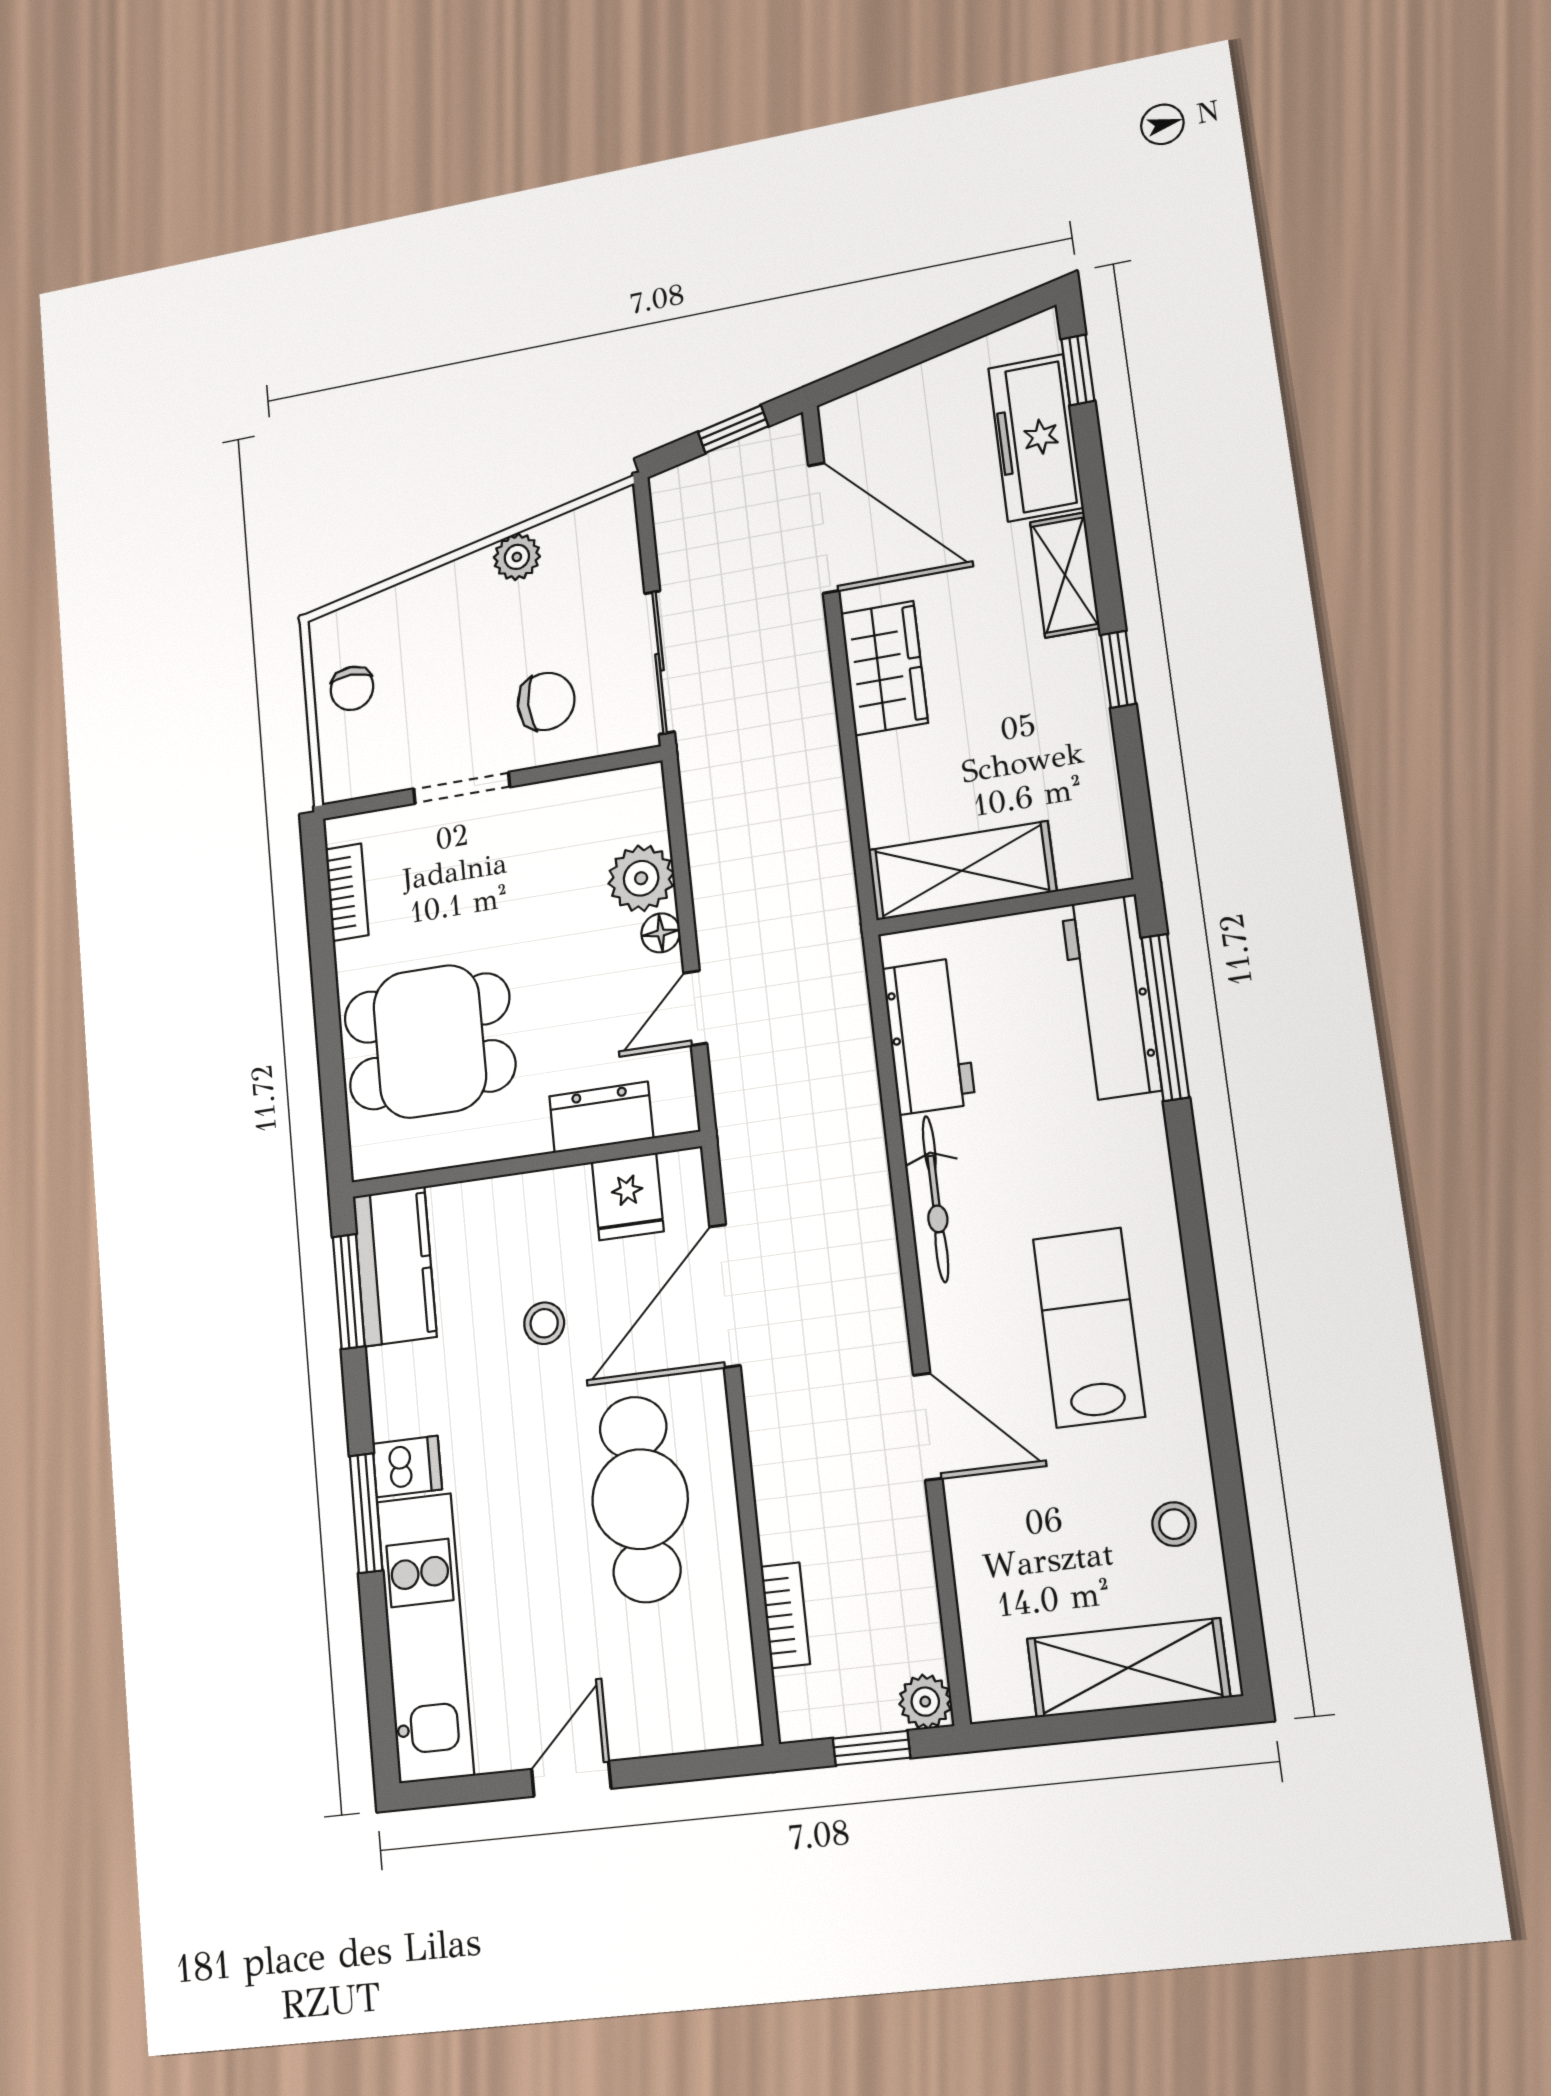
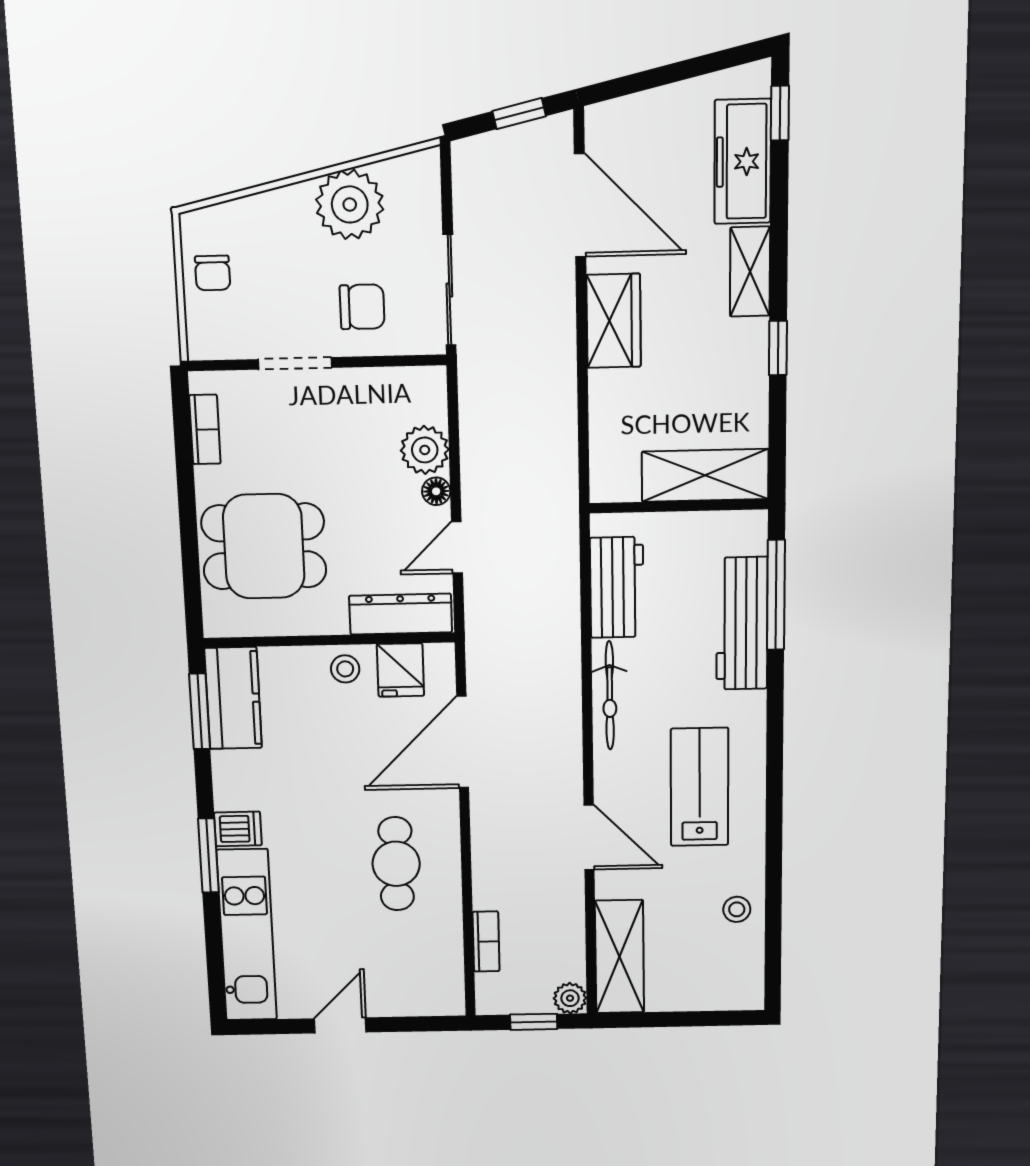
plant: (517, 557) -> (350, 205), width x1.88, depth x1.88
shelving: (962, 871) -> (705, 475), moved
workbench: (1111, 997) -> (742, 623), moved
dresser: (601, 1117) -> (401, 614), width x1.44
stool: (544, 1323) -> (345, 669), moved
cafe table: (640, 1499) -> (396, 864), width x0.73, depth x0.74
shelving: (1128, 1668) -> (620, 957), moved, turned 90

